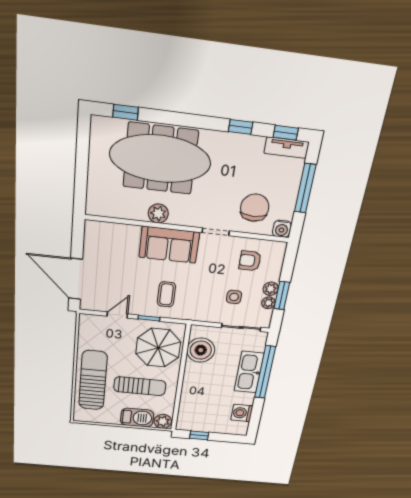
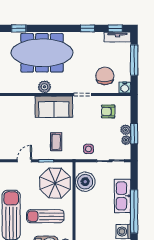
side table: (234, 297) -> (88, 149), moved
window: (265, 372) -> (134, 211), moved
sun lounger: (140, 386) -> (45, 216), turned 180

